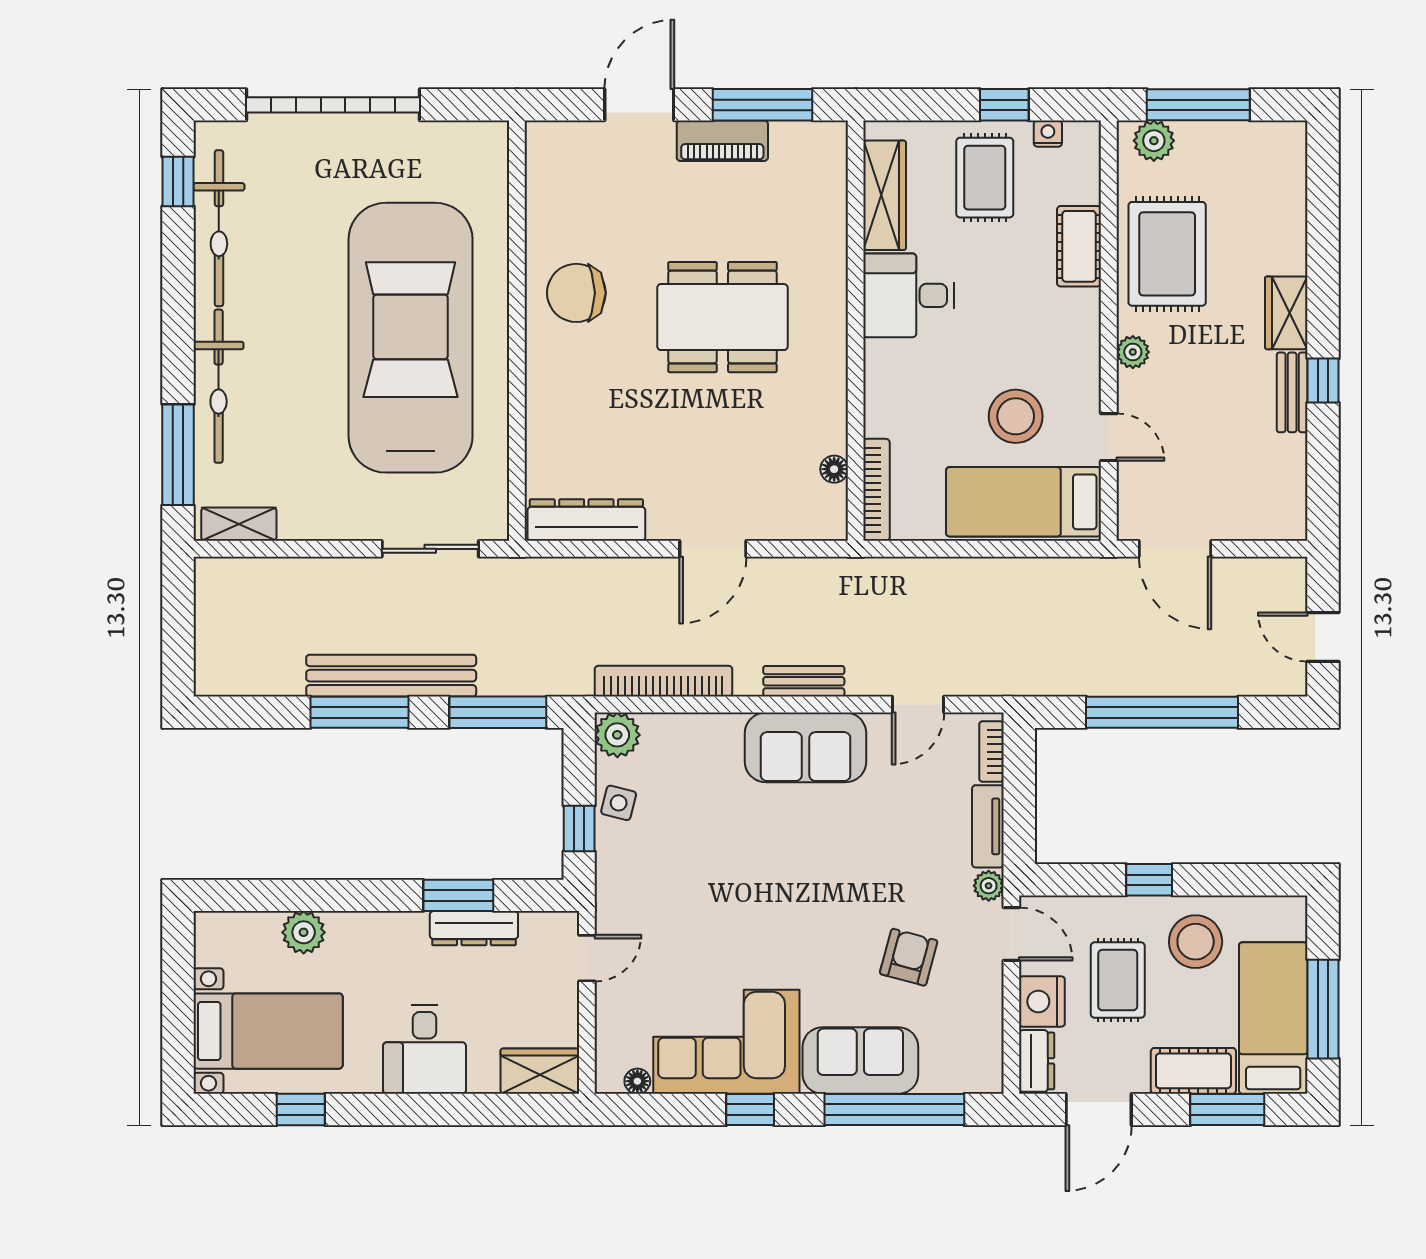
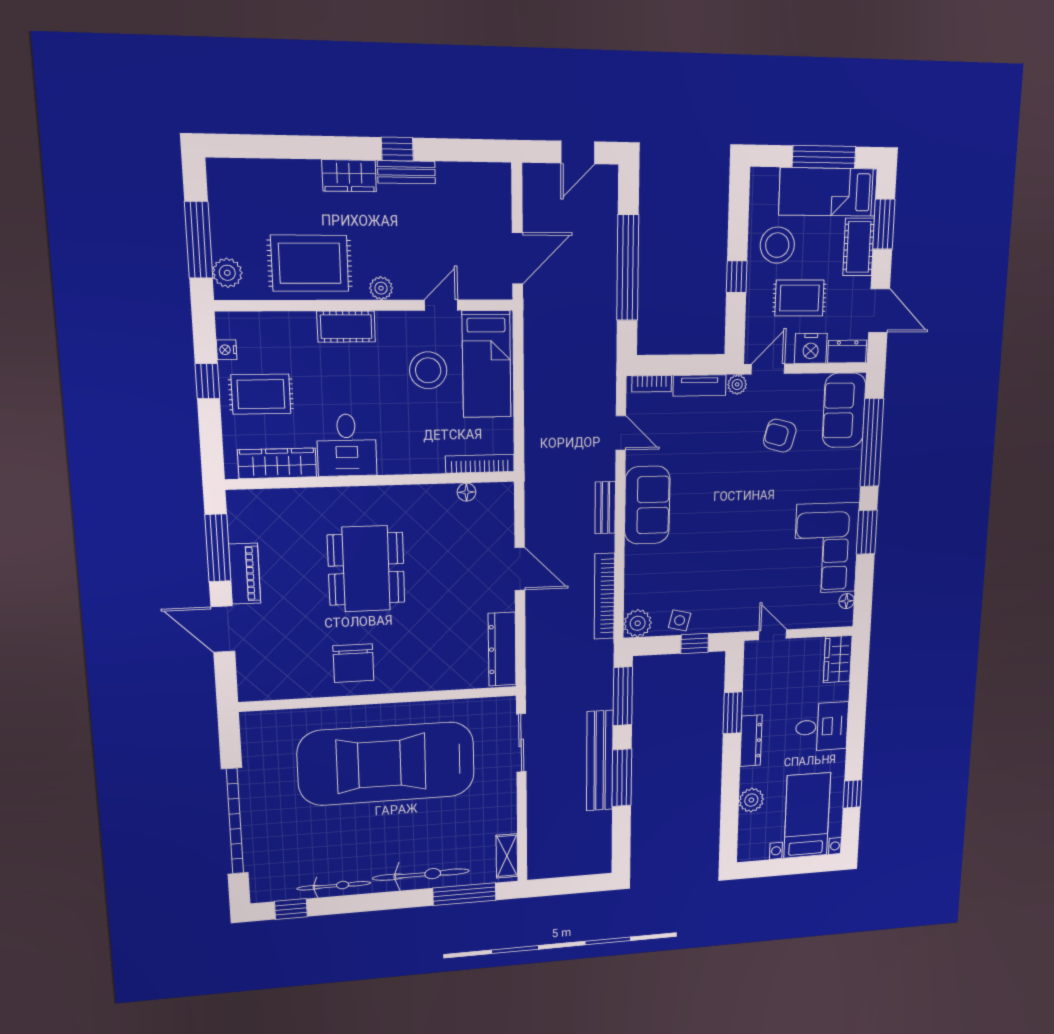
bicycle: (219, 228) -> (334, 886), width x0.73, depth x0.71
cot: (1079, 246) -> (346, 327), moved
dresser: (474, 928) -> (751, 741), moved
sofa: (860, 1061) -> (844, 410), moved
window: (750, 1110) -> (867, 532), width x1.50

